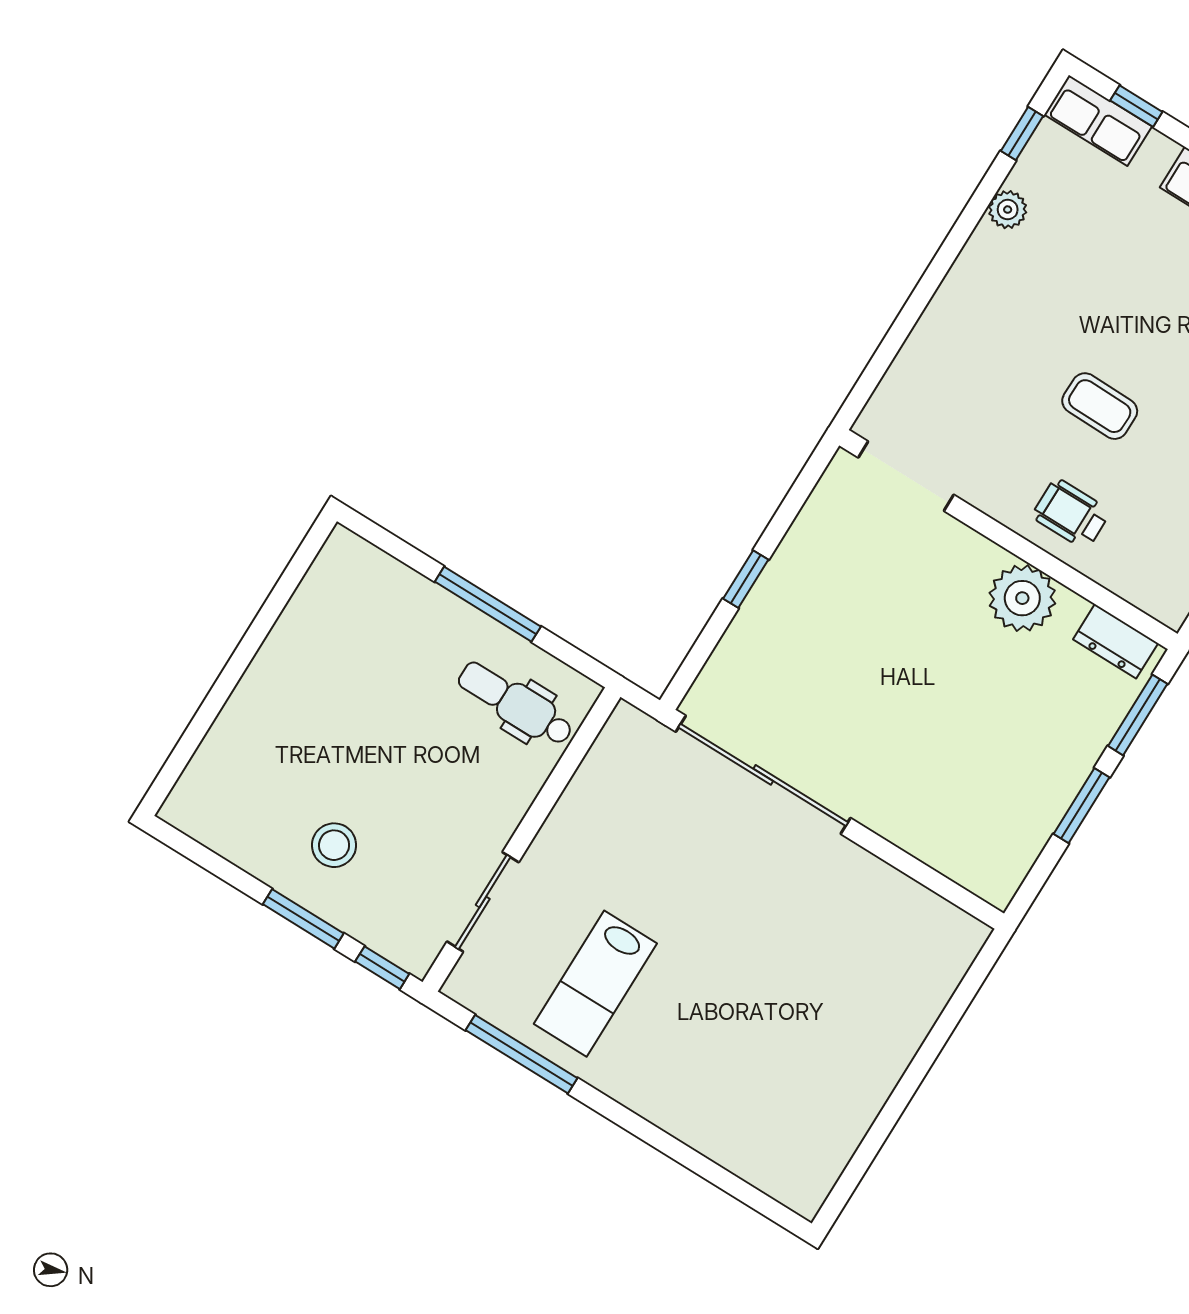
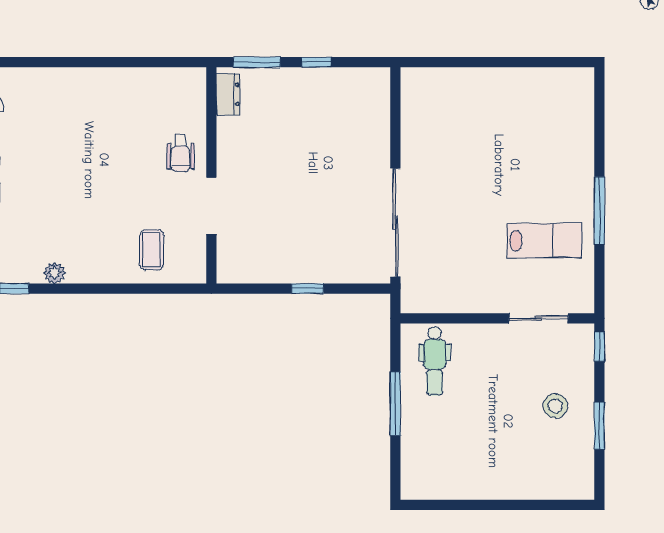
coffee table: (1100, 406) -> (151, 250), moved
doorway: (906, 476) -> (211, 206), moved
plant: (1022, 598) -> (235, 151), removed
window: (1082, 806) -> (316, 62), width x0.67
window: (303, 919) -> (599, 426), moved
window: (522, 1054) -> (599, 210), moved

